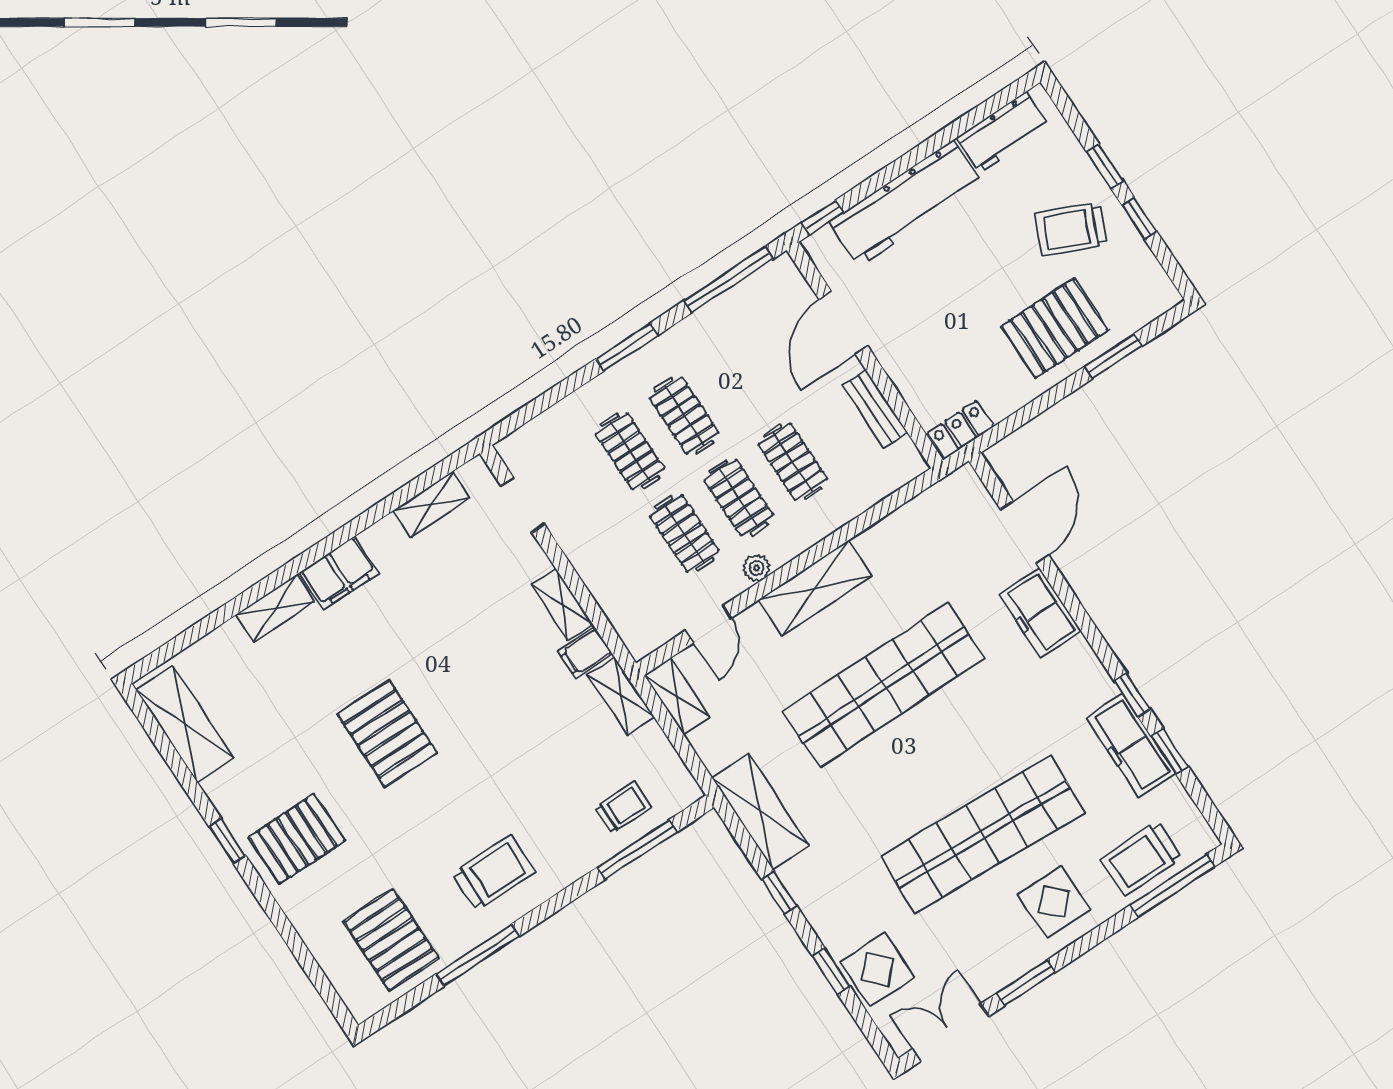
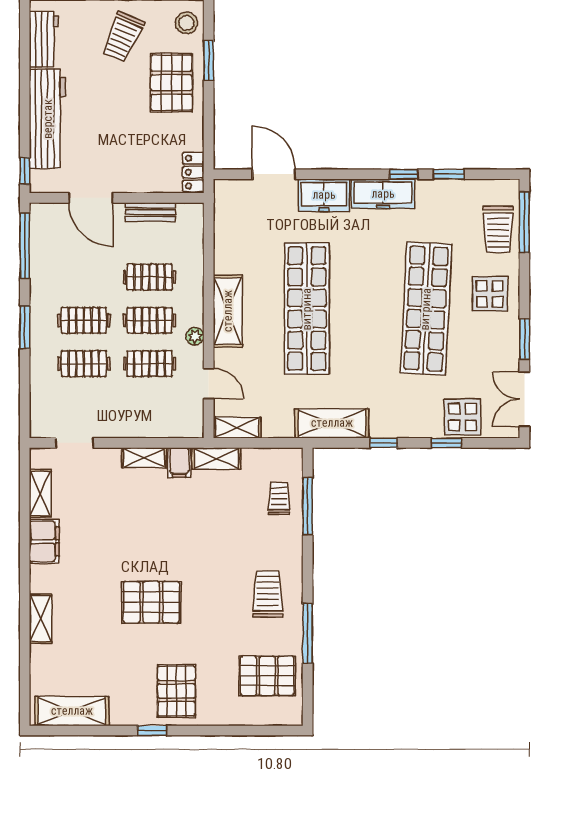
stool: (1142, 297) -> (186, 23), added
filing cabinet: (339, 573) -> (44, 541), moved
freezer: (1131, 746) -> (383, 194), moved

